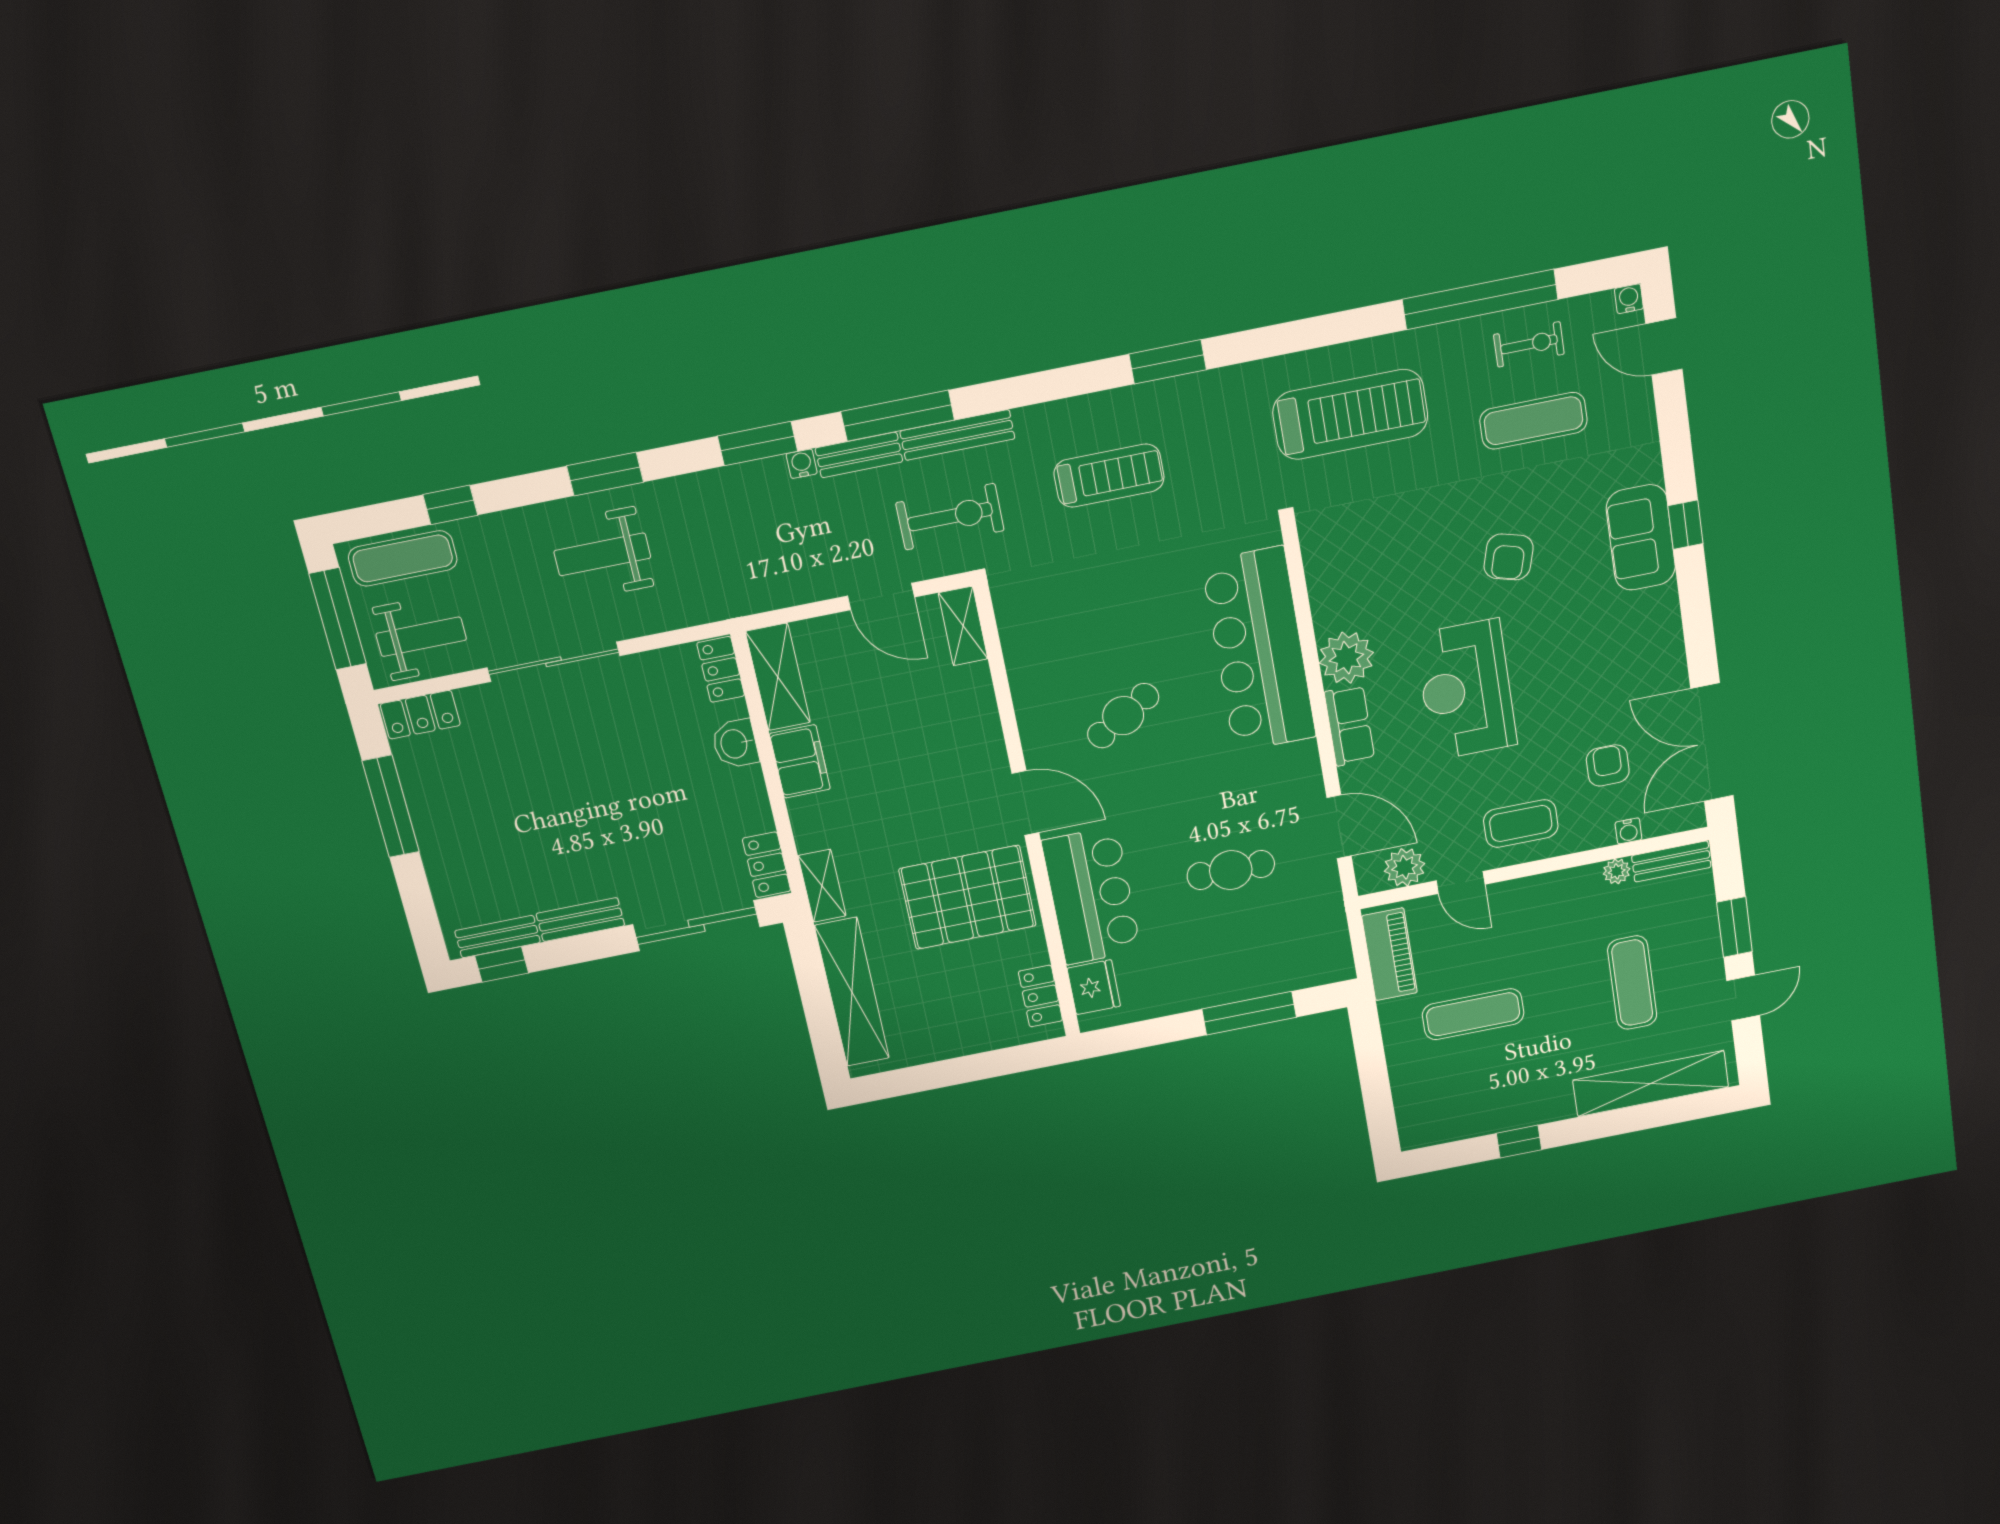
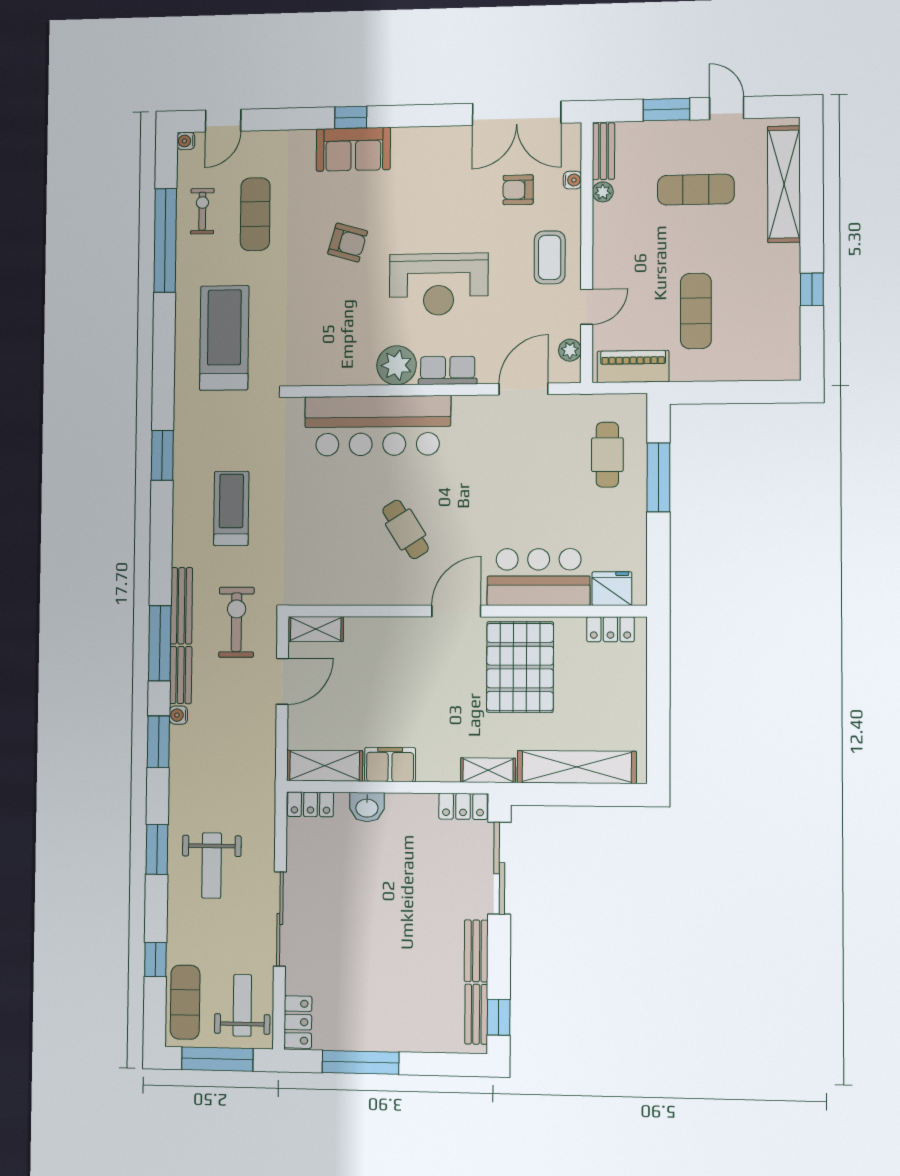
plant: (1405, 867) -> (570, 350), width x0.73, depth x0.73
cafe table: (1231, 870) -> (607, 455), moved

